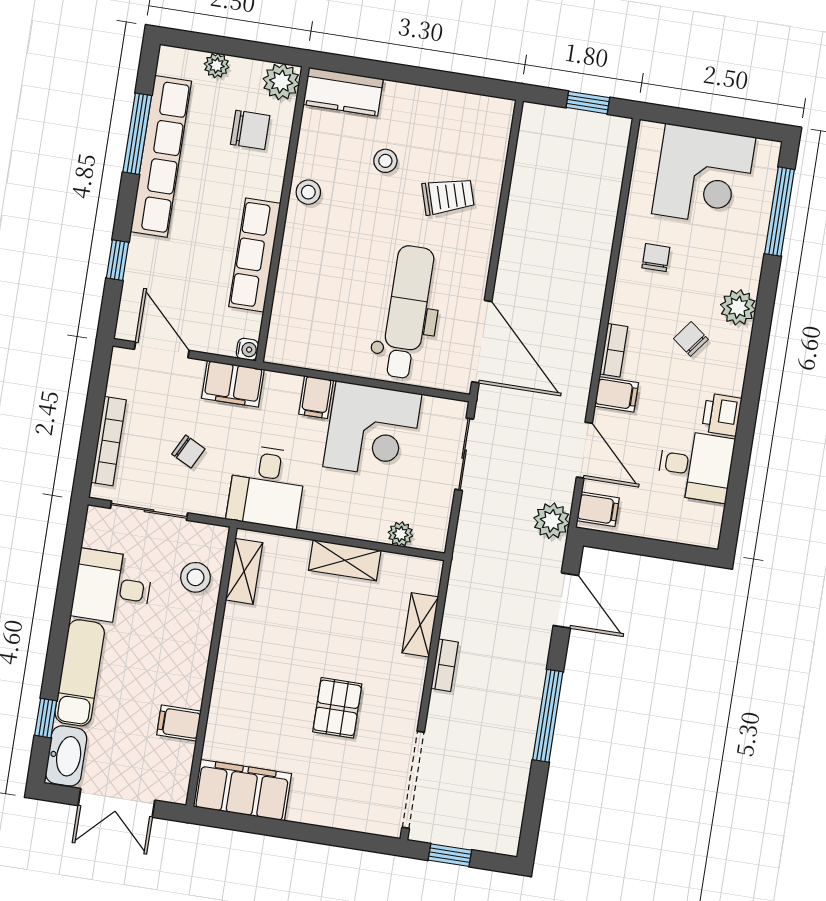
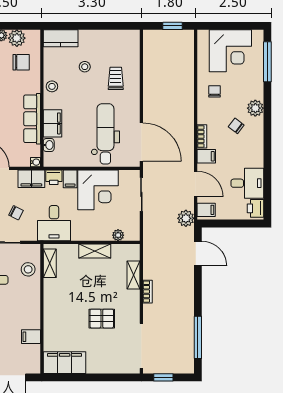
plant: (281, 82) -> (17, 38), moved
trolley: (448, 196) -> (116, 78), turned -73
filing cabinet: (297, 272) -> (52, 123), added
washbasin: (282, 317) -> (49, 145), added
printer: (282, 388) -> (54, 177), added
printer: (722, 415) -> (256, 208), moved
pallet: (337, 708) -> (102, 319), turned 90
window: (548, 716) -> (198, 337), moved

